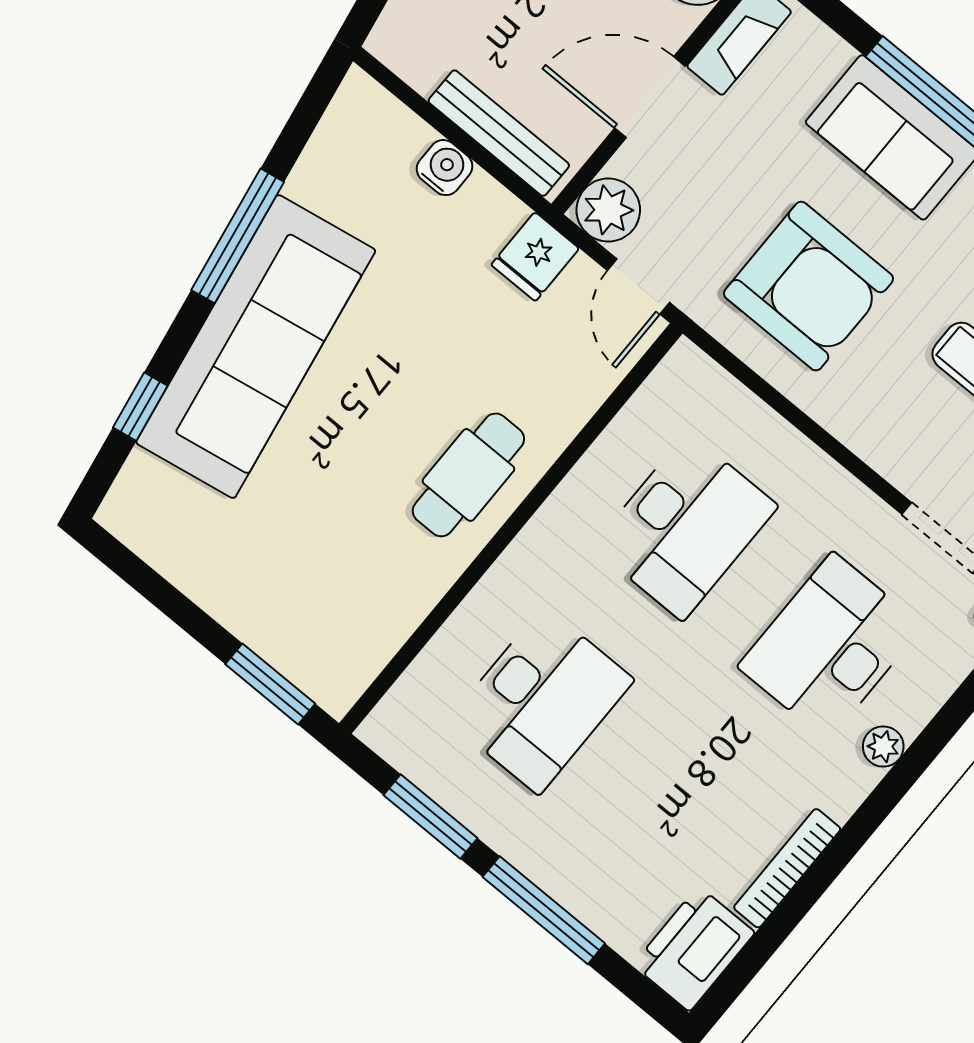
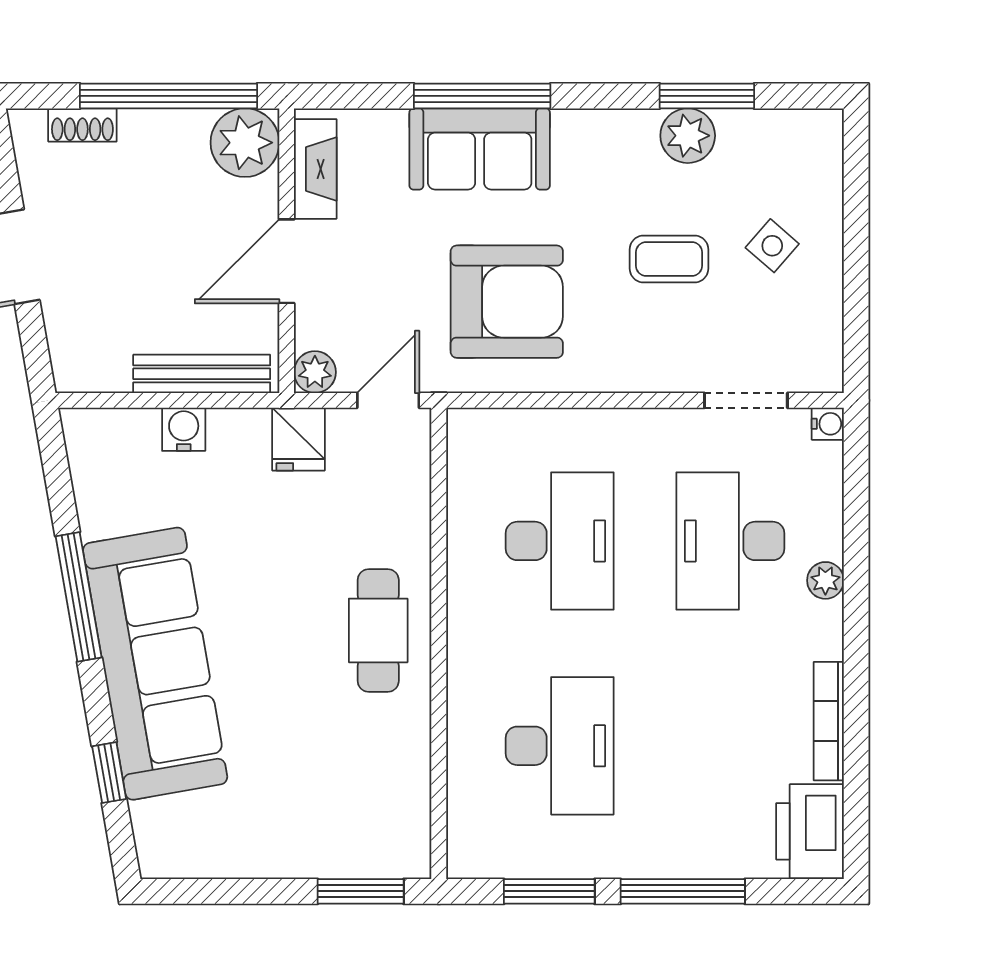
plant: (608, 210) -> (315, 372), width x0.73, depth x0.73
door: (638, 287) -> (388, 400), swing flipped

